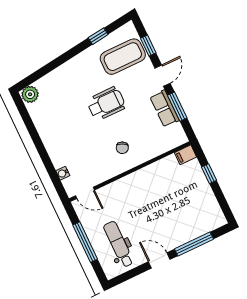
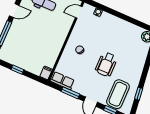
row of seats: (164, 109) -> (62, 81), moved
window: (209, 174) -> (17, 70), moved

